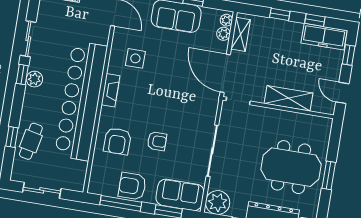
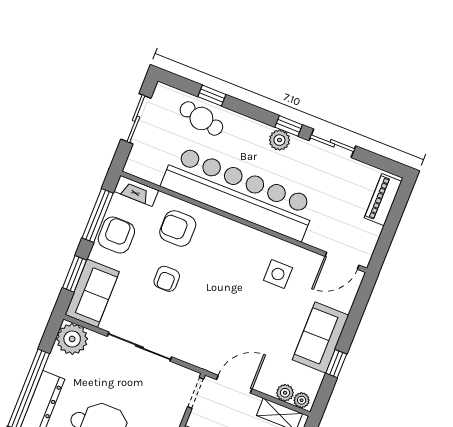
door: (225, 73) -> (234, 384), width x0.73
fireplace: (111, 90) -> (136, 191), moved

